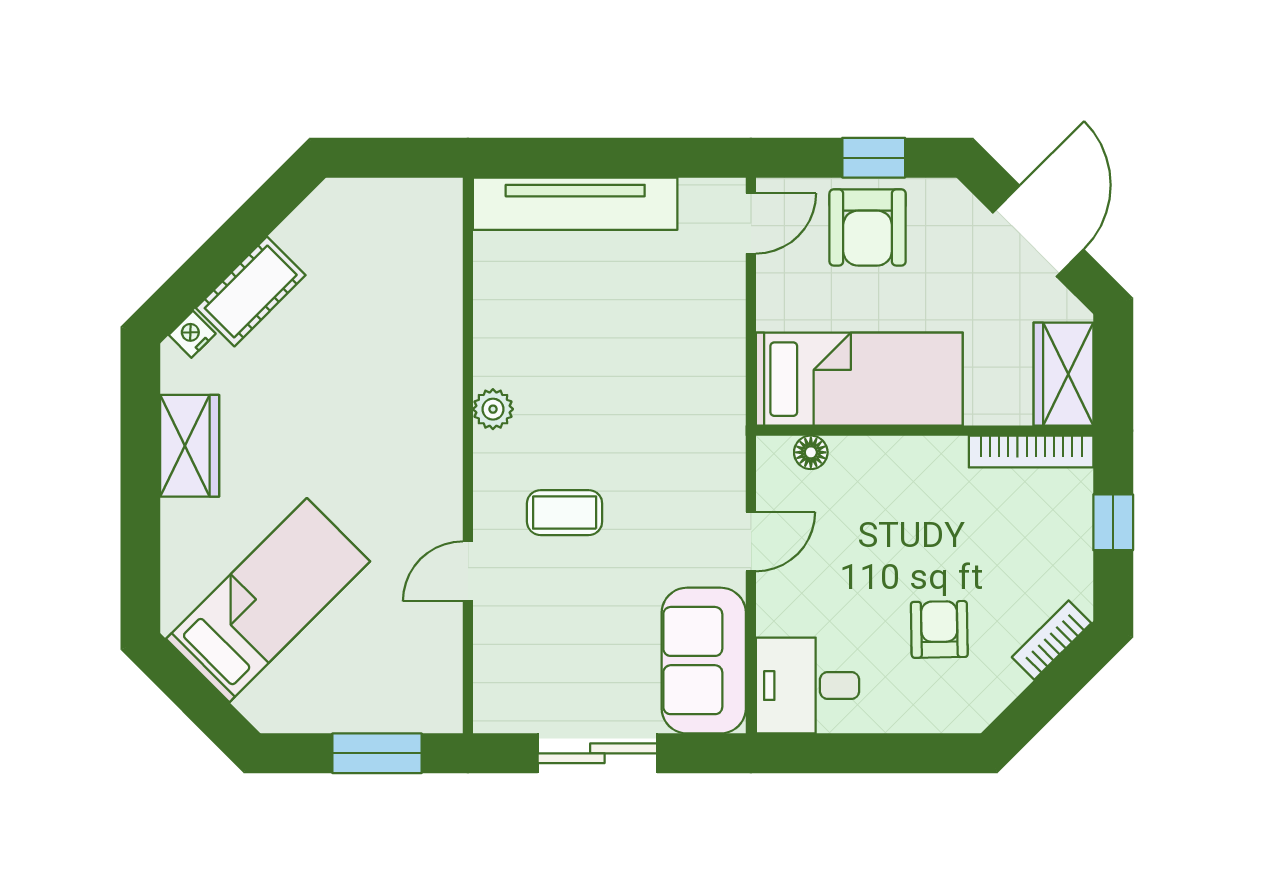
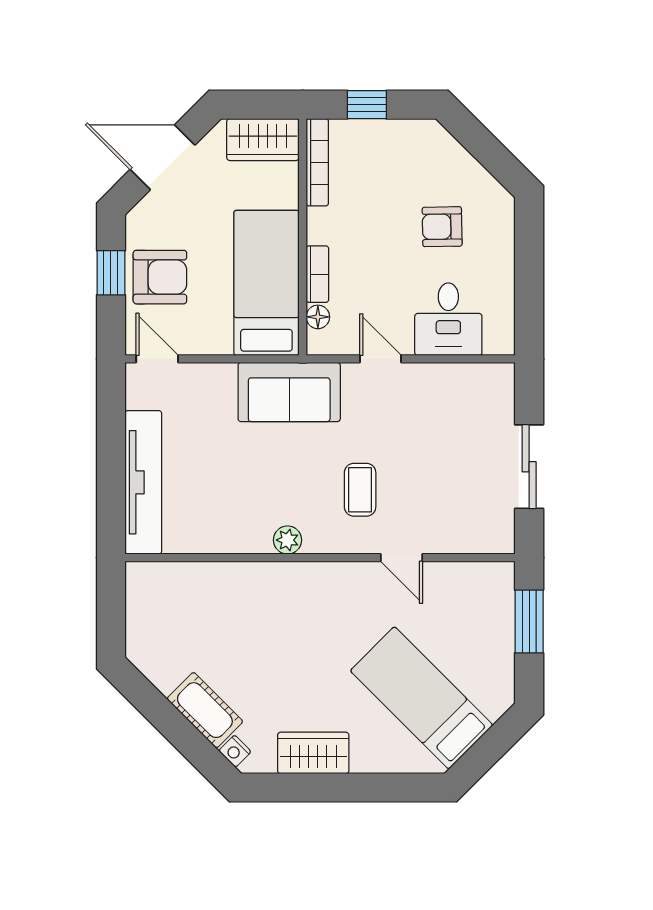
bookcase: (1051, 640) -> (317, 274), moved, turned -135
sofa: (704, 661) -> (289, 392), moved
desk: (807, 686) -> (448, 319), moved

